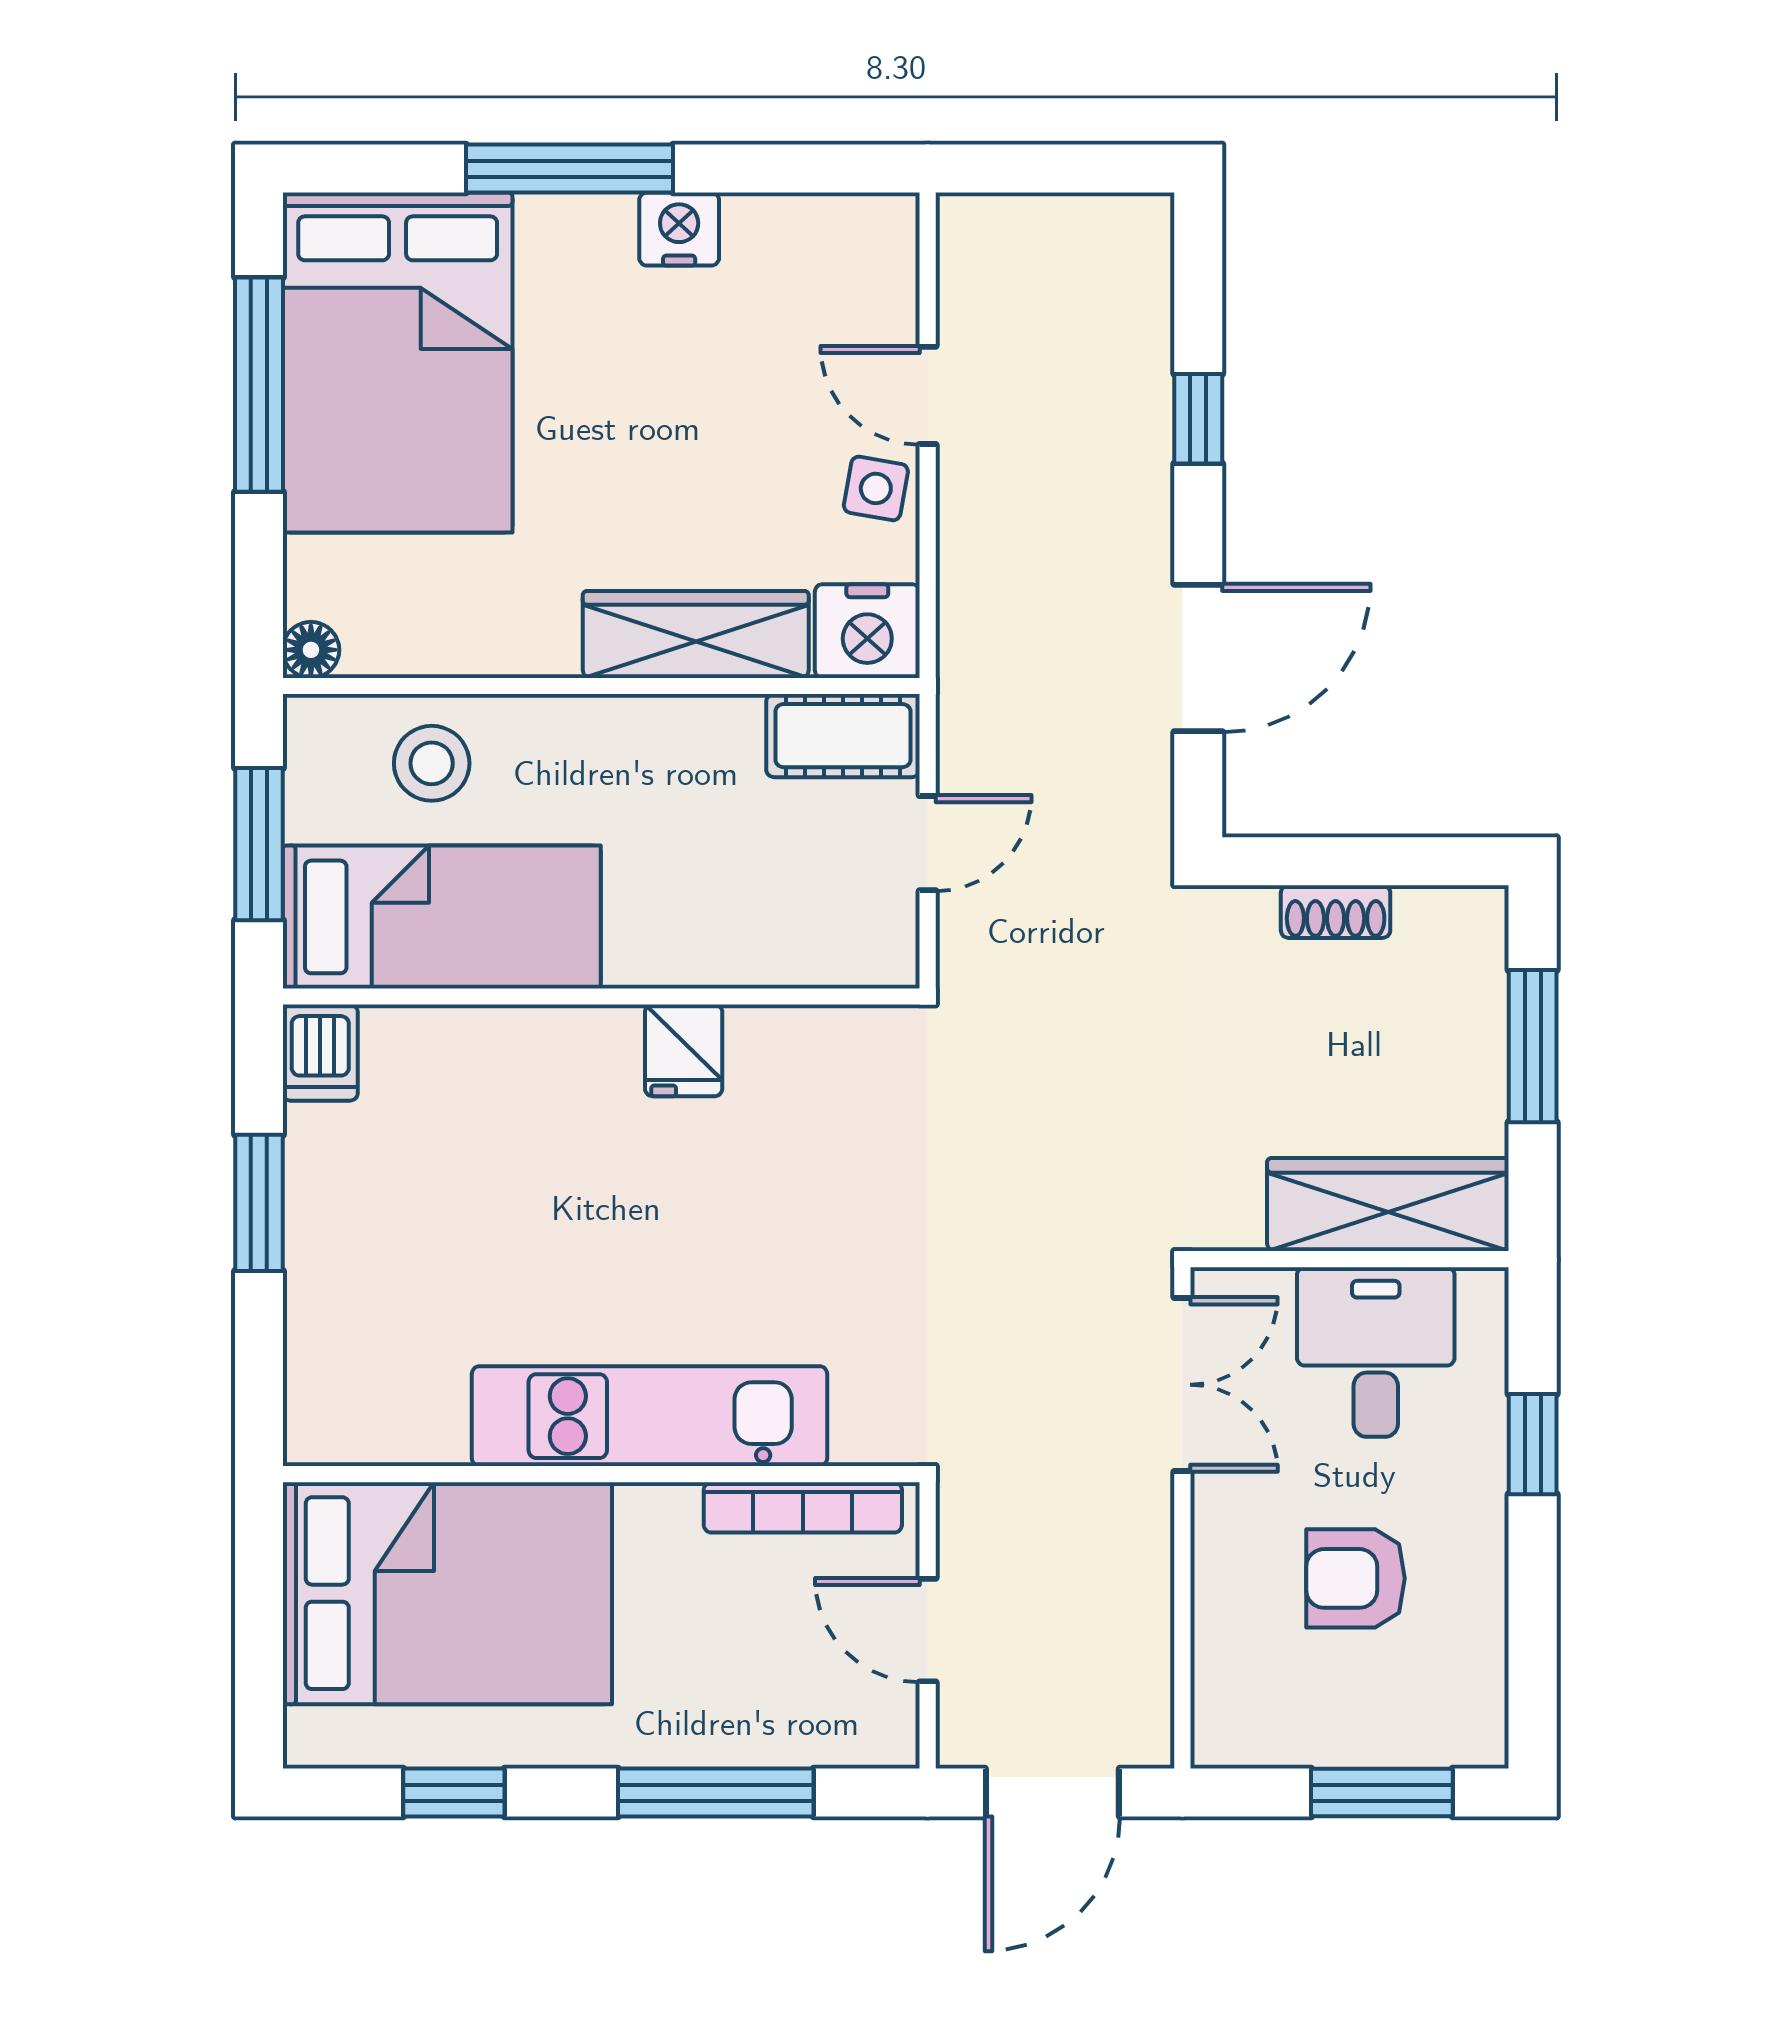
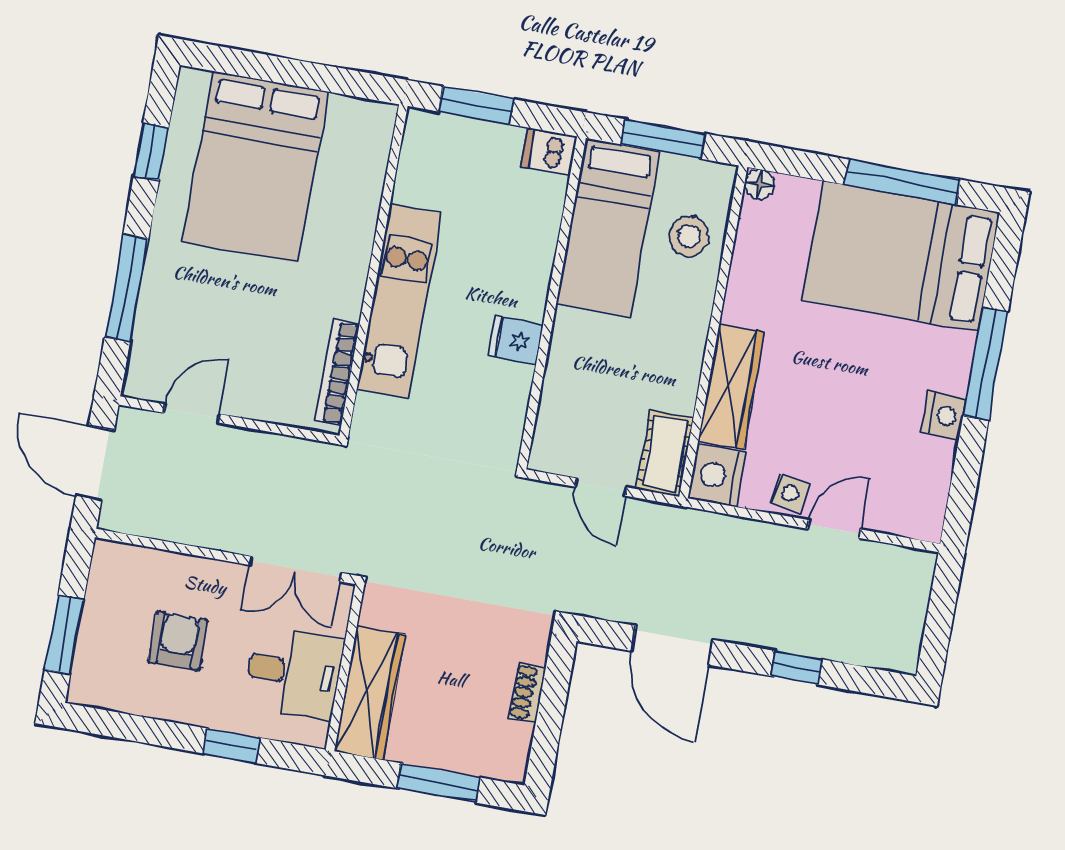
kitchen unit: (649, 1416) -> (399, 301), moved
wall: (601, 1474) -> (374, 271), moved
bookcase: (803, 1507) -> (337, 373), moved

